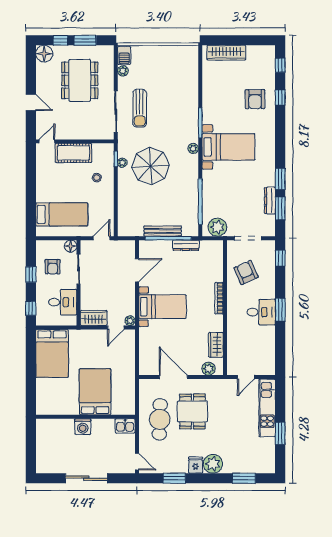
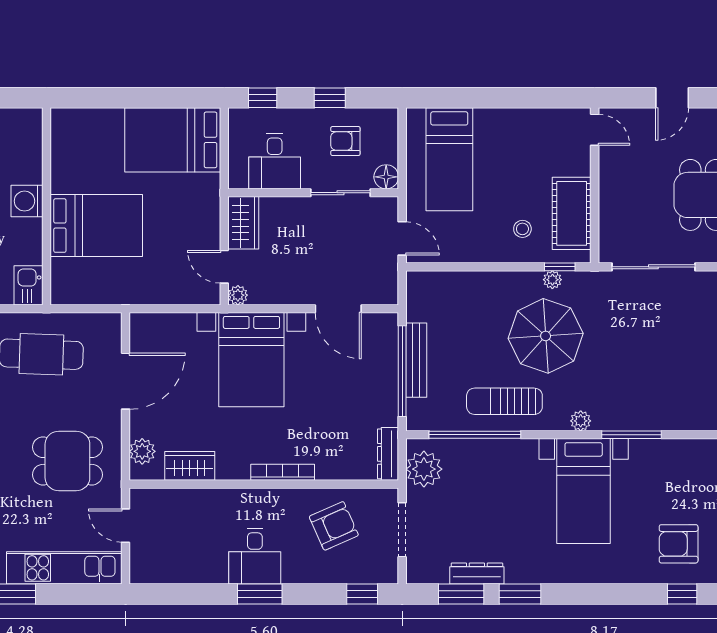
sun lounger: (140, 108) -> (504, 401), moved
cot: (73, 153) -> (572, 213), moved
dresser: (186, 245) -> (388, 454), moved
bed with nightstands: (162, 307) -> (251, 360), width x1.36
dining table: (192, 411) -> (67, 461), moved

